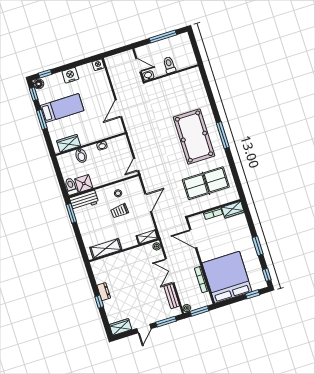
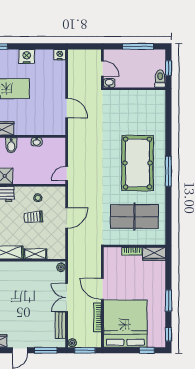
window: (195, 47) -> (168, 68), added
toilet: (169, 65) -> (160, 79), moved
door: (118, 108) -> (67, 108), swing flipped
shelving: (147, 237) -> (35, 254), moved
door: (193, 239) -> (102, 289), moved

